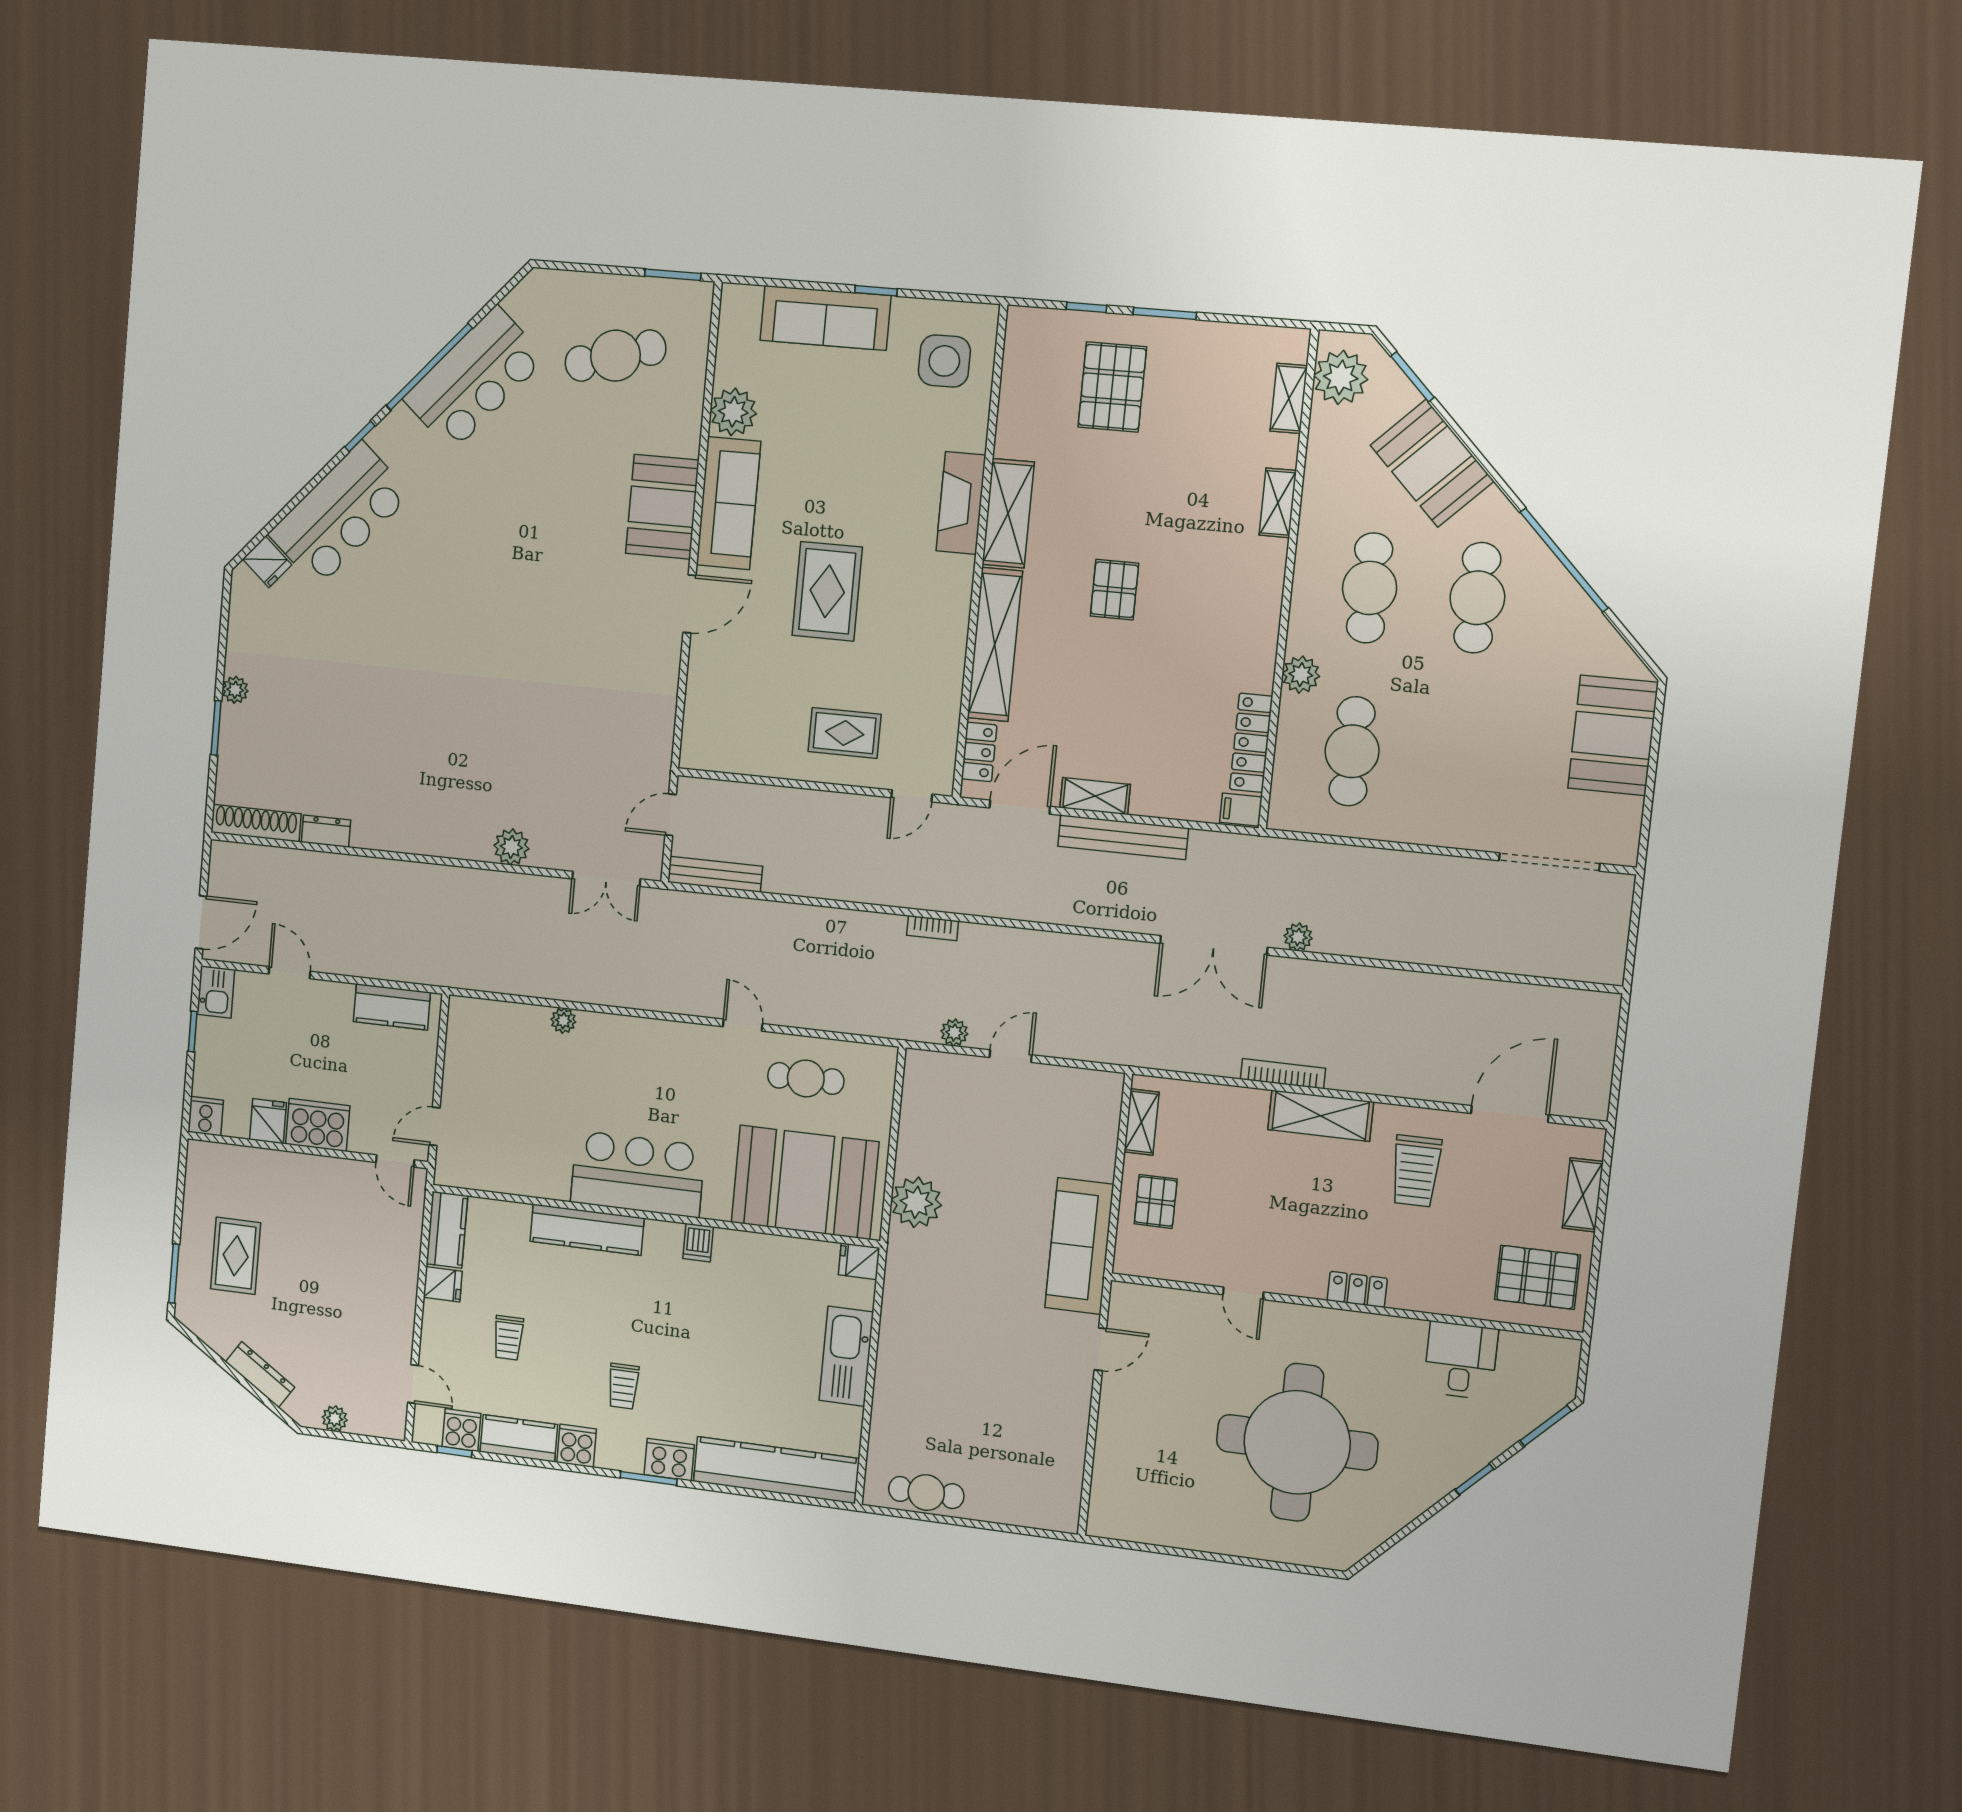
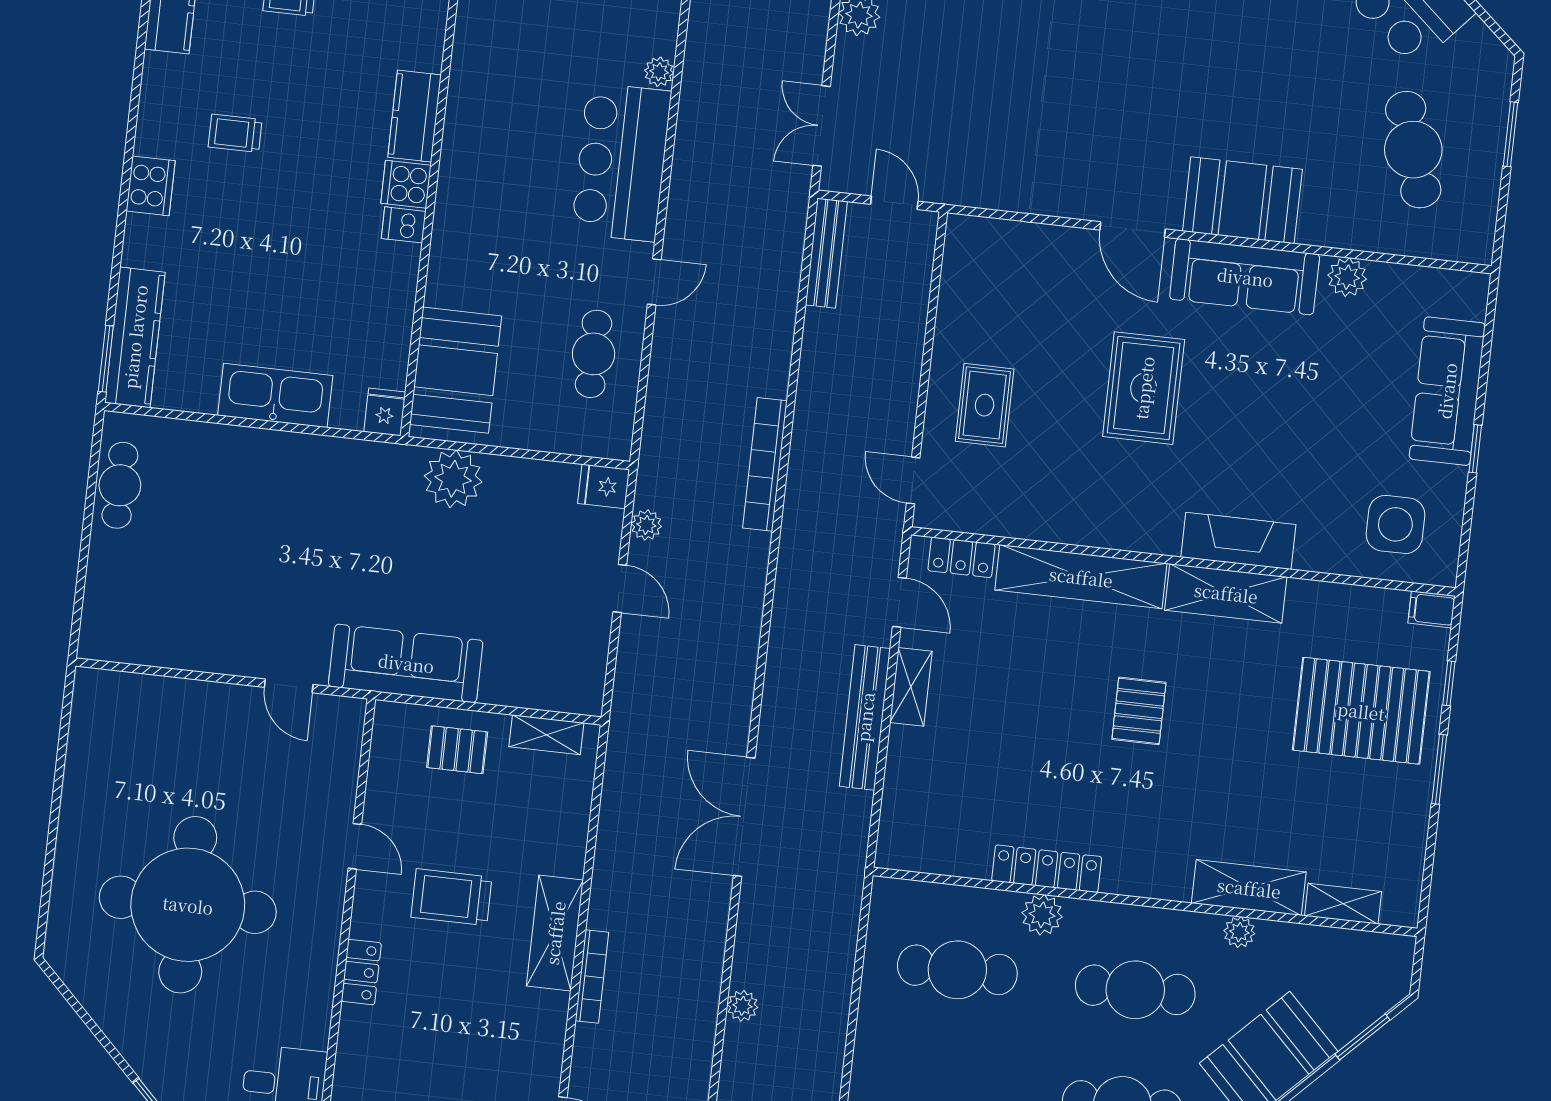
window: (673, 275) -> (1510, 134), moved
plant: (1341, 377) -> (1239, 932), moved, width x0.53, depth x0.53
pallet: (1112, 387) -> (1361, 711), width x1.37, depth x1.41
plant: (733, 412) -> (1347, 277), width x0.73, depth x0.73
shelving: (1278, 503) -> (1249, 888), width x1.50, depth x1.33
pallet: (1114, 590) -> (1139, 711), turned 90
rug: (827, 591) -> (1144, 388), turned 90
locker: (1251, 743) -> (1047, 869), moved
door: (1020, 807) -> (899, 602), width x0.73
filing cabinet: (1241, 810) -> (1431, 609), moved, turned -90
bookcase: (933, 928) -> (765, 464), width x2.31, depth x1.31
plant: (1298, 937) -> (742, 1006), moved
fridge: (921, 1070) -> (604, 486), added
bookcase: (1283, 1074) -> (592, 976), moved
trolley: (1416, 1171) -> (451, 897), moved
bar counter: (638, 1174) -> (621, 162), moved, turned 180
booth: (805, 1182) -> (456, 370), width x0.73, depth x0.70
kitchen counter: (587, 1230) -> (415, 116), width x0.67
door: (1243, 1293) -> (355, 846), swing flipped
cooker: (577, 1446) -> (406, 184), moved, turned 180
kitchen counter: (776, 1470) -> (135, 337), width x0.72, depth x0.86
window: (649, 1478) -> (106, 359), moved

